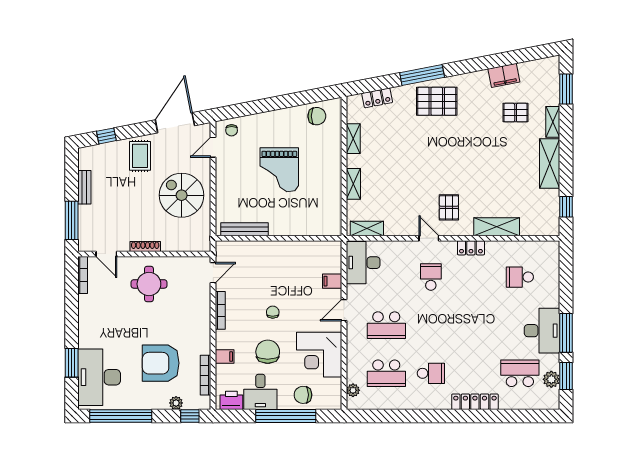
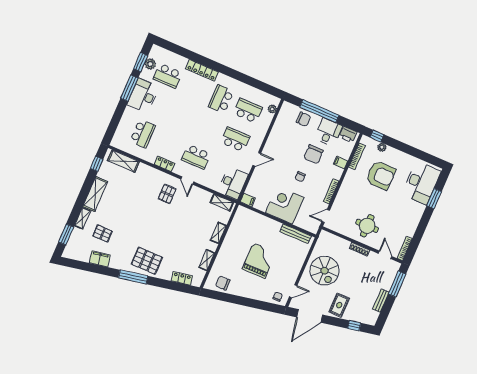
window: (422, 75) -> (133, 277), moved
shelving: (497, 227) -> (123, 161), moved
school desk: (431, 277) -> (196, 157), width x1.85
school desk: (520, 277) -> (143, 134), width x1.85
filing cabinet: (332, 281) -> (248, 200), moved
corner desk: (319, 355) -> (285, 205), moved, turned -90
school desk: (431, 373) -> (221, 99), width x1.85
window: (121, 416) -> (418, 154), removed

